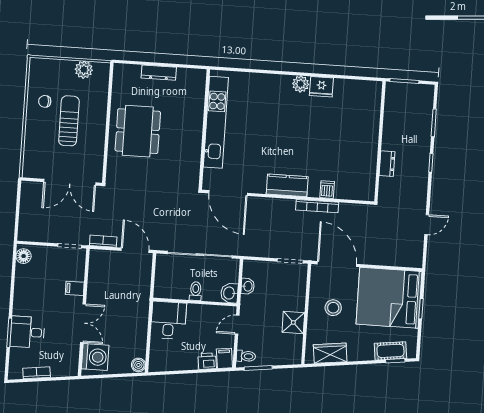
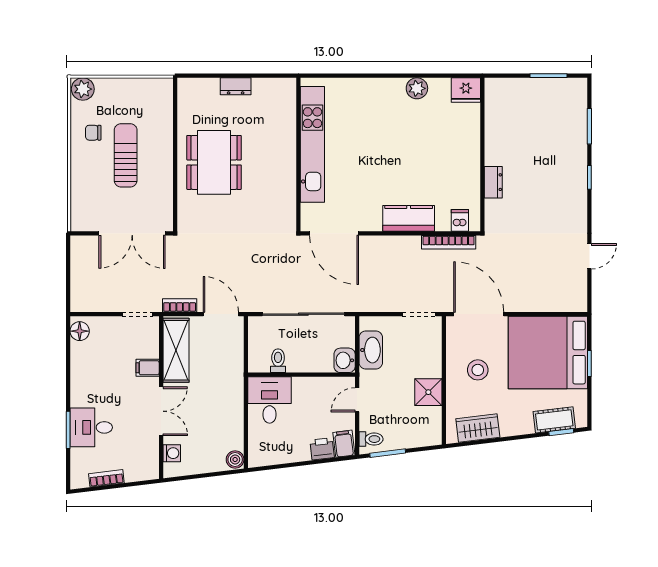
plant: (84, 70) -> (83, 89), moved
dresser: (159, 73) -> (236, 86), width x0.70
fridge: (321, 87) -> (466, 90), moved
wall: (380, 141) -> (482, 154), moved
dresser: (387, 164) -> (493, 182), moved
shelving: (98, 276) -> (176, 350), added
washbasin: (248, 286) -> (371, 350), width x1.91, depth x1.45
toilet: (196, 291) -> (278, 361), moved
washing machine: (95, 357) -> (172, 453), width x0.53, depth x0.53

